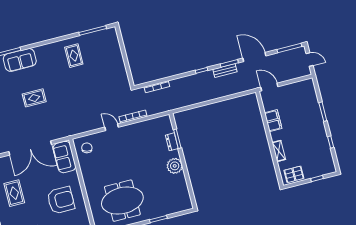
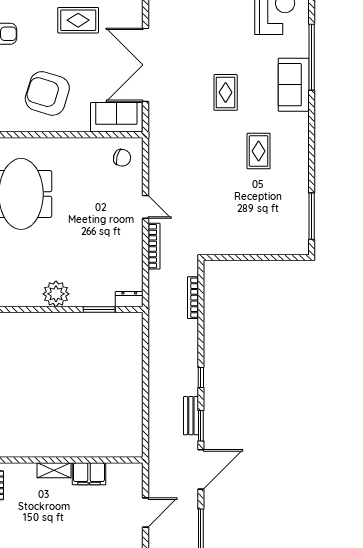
rug: (74, 56) -> (259, 151), moved, turned 90
door: (269, 87) -> (146, 512), moved
door: (112, 127) -> (146, 207), hinge flipped
dresser: (172, 142) -> (129, 299), moved
shelving: (279, 151) -> (54, 470), moved
armchair: (61, 200) -> (47, 93), turned 107

